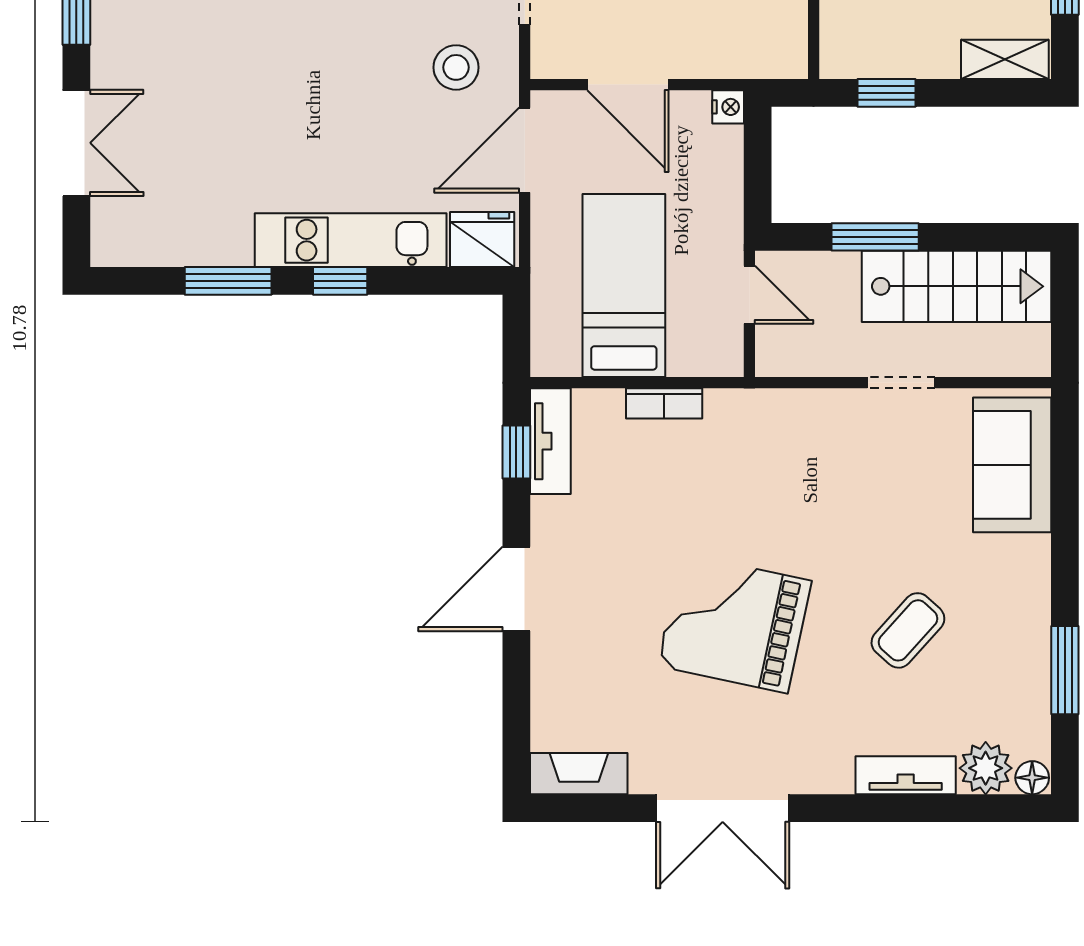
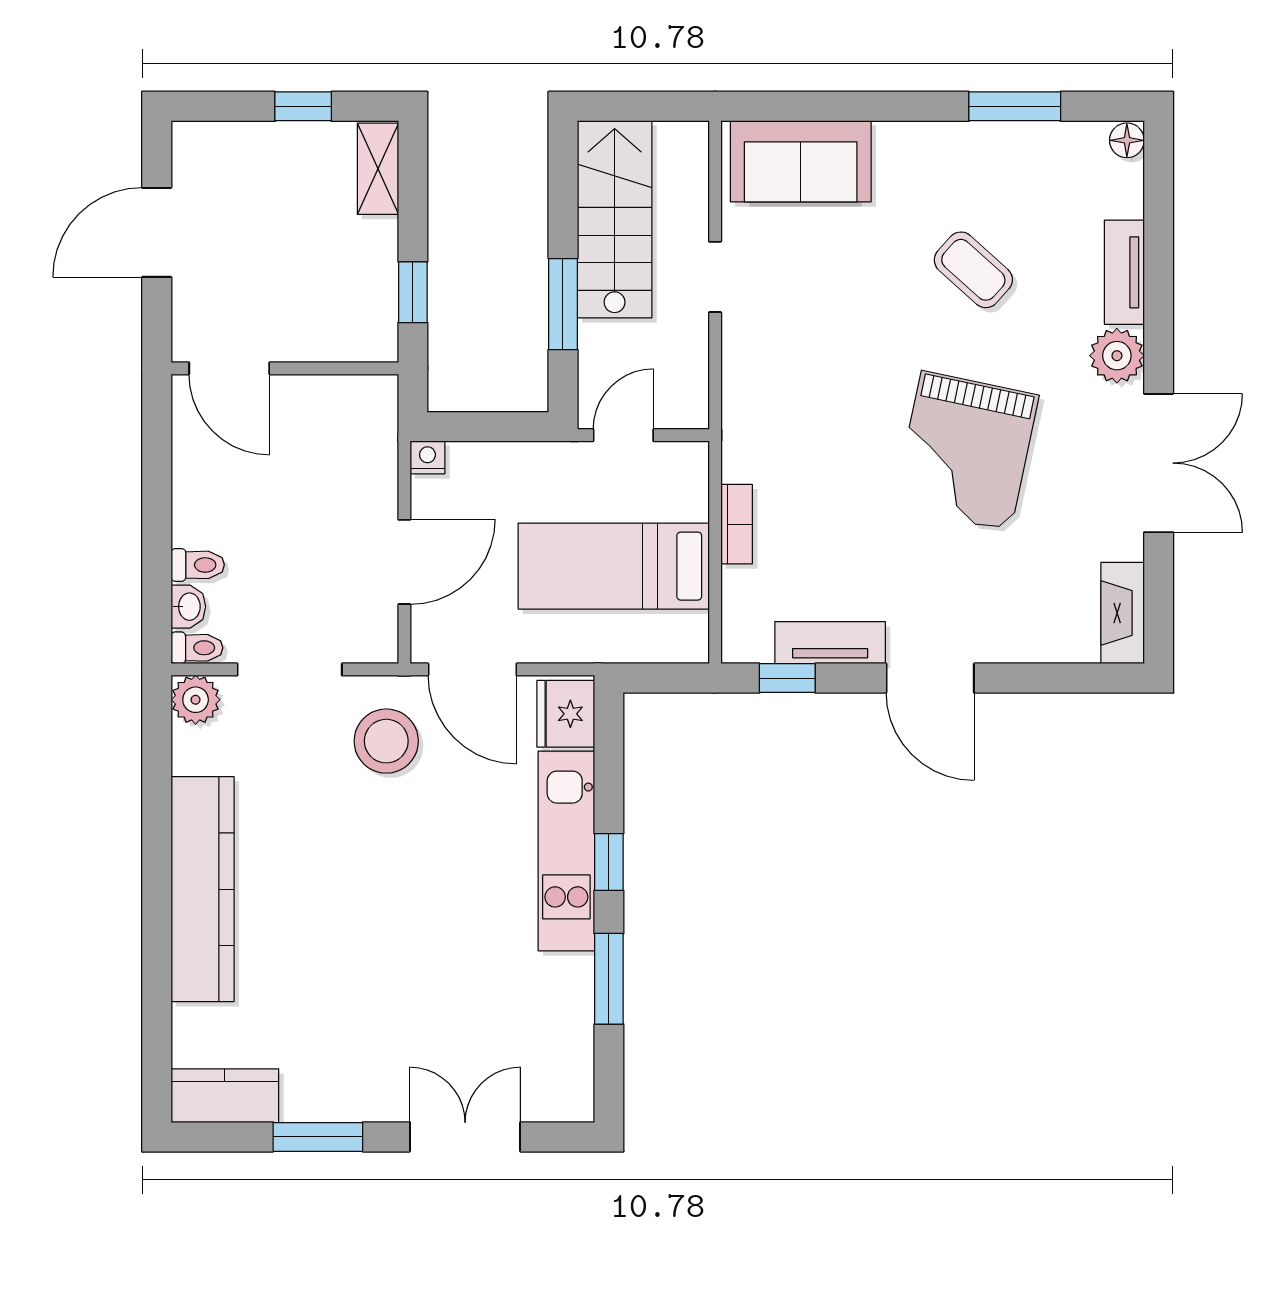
stool: (456, 67) -> (386, 741), width x1.38, depth x1.38
tv unit: (550, 441) -> (830, 643), moved
plant: (986, 768) -> (1117, 356), moved

